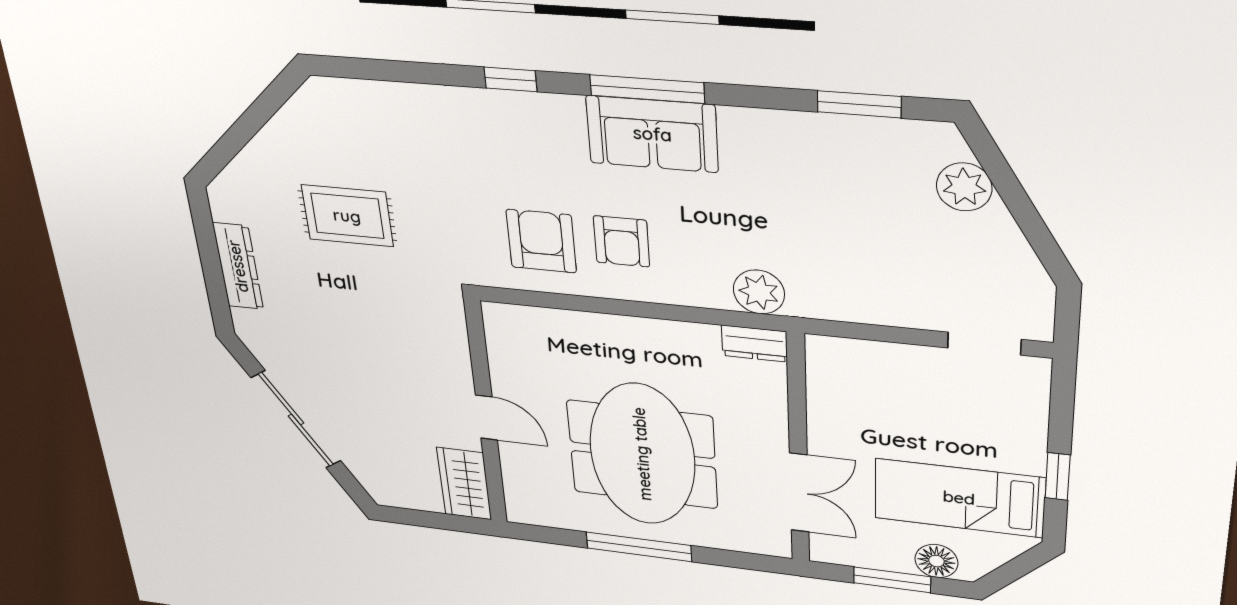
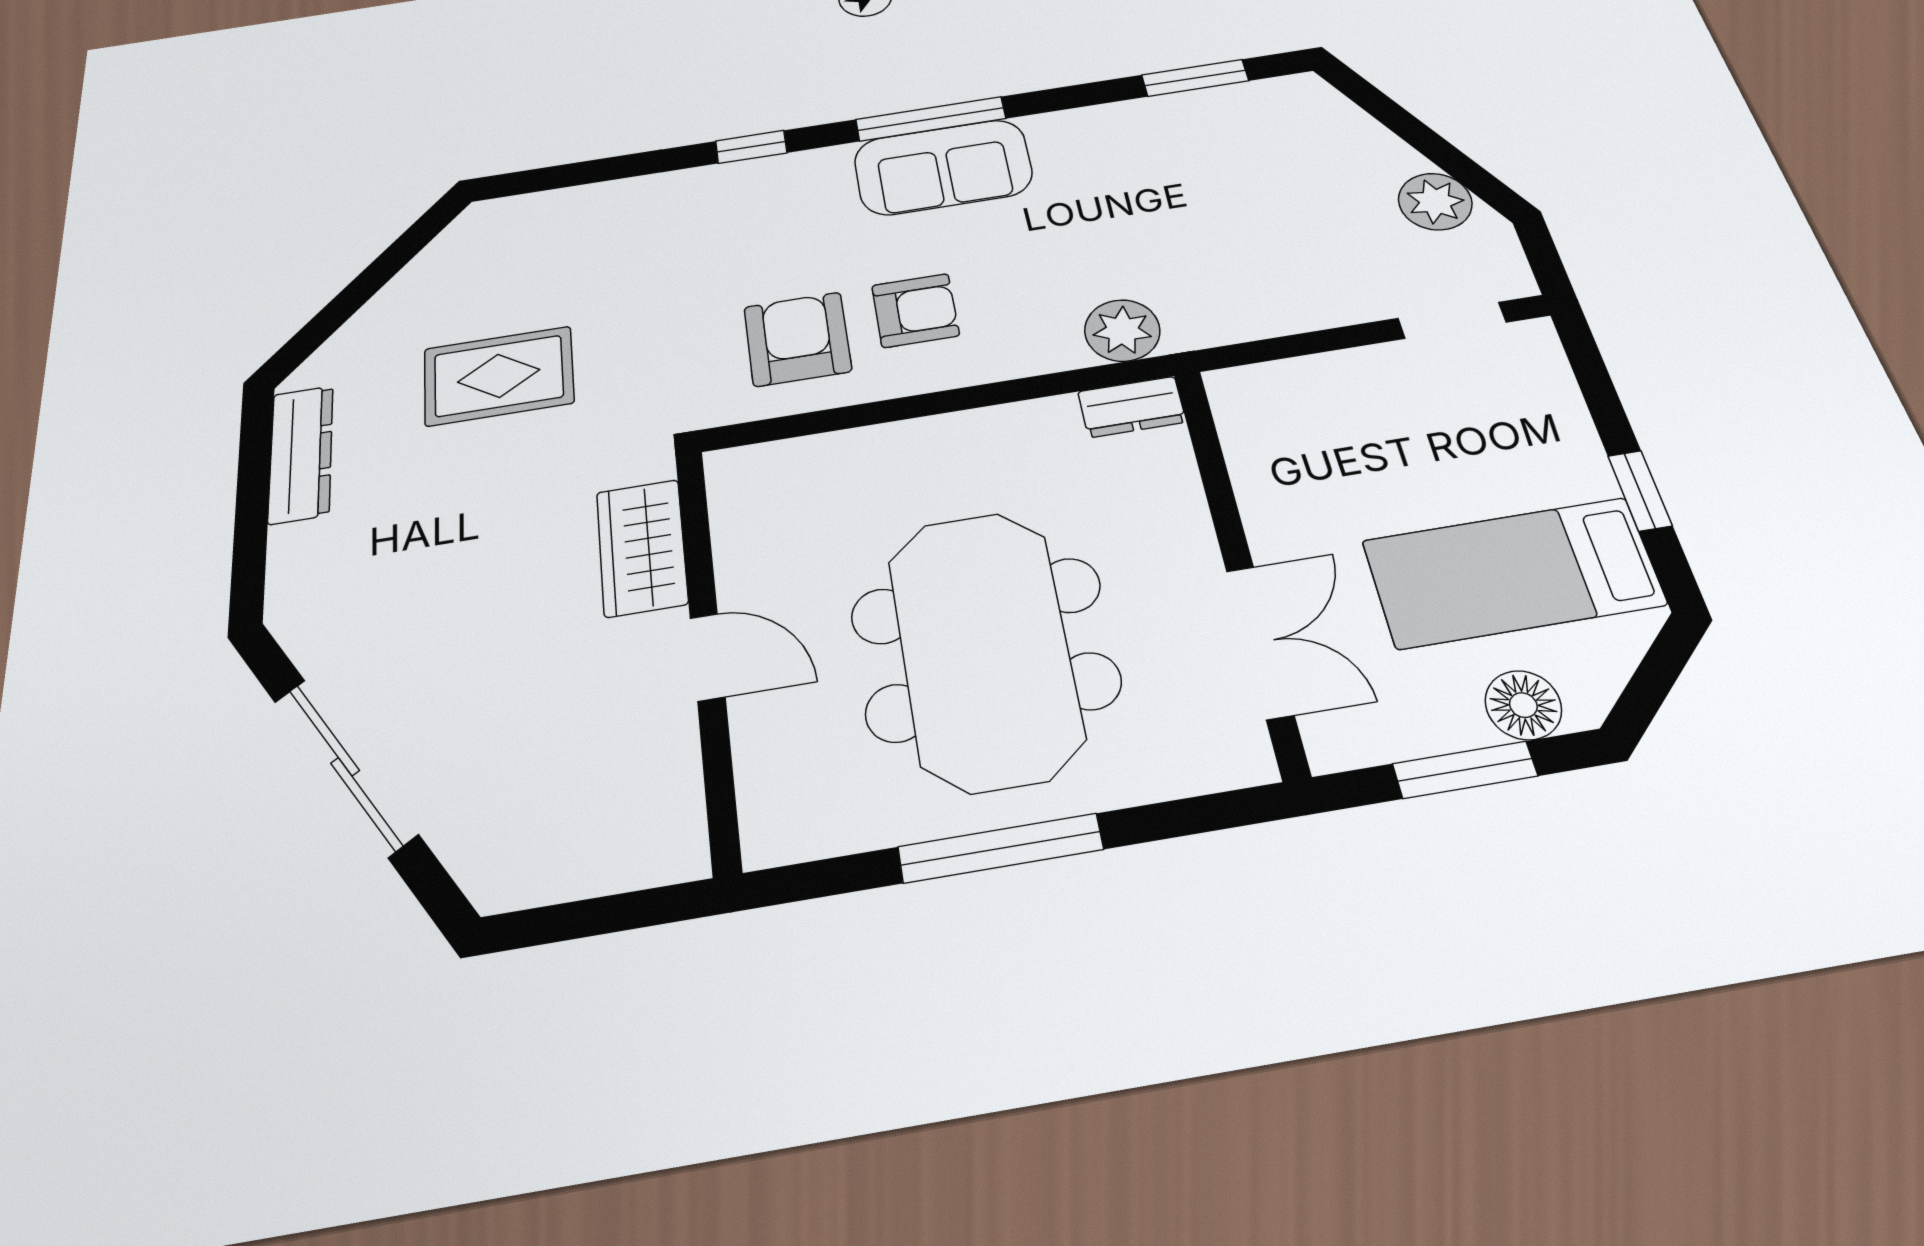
plant: (964, 187) -> (1435, 202), moved
armchair: (621, 241) -> (915, 310), turned -90
dresser: (238, 266) -> (301, 454), moved
wardrobe: (464, 484) -> (642, 548), moved

